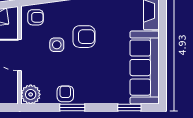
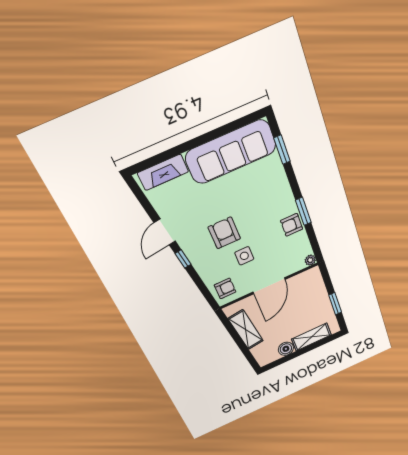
armchair: (35, 17) -> (225, 288), turned 90
plant: (31, 94) -> (310, 260), width x0.53, depth x0.53

